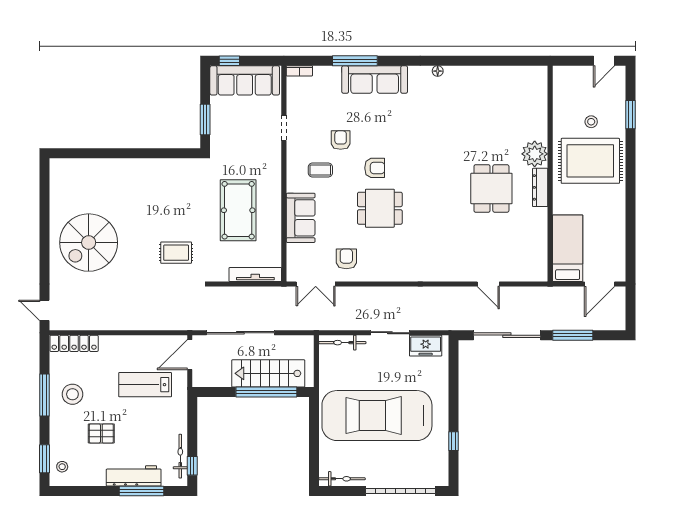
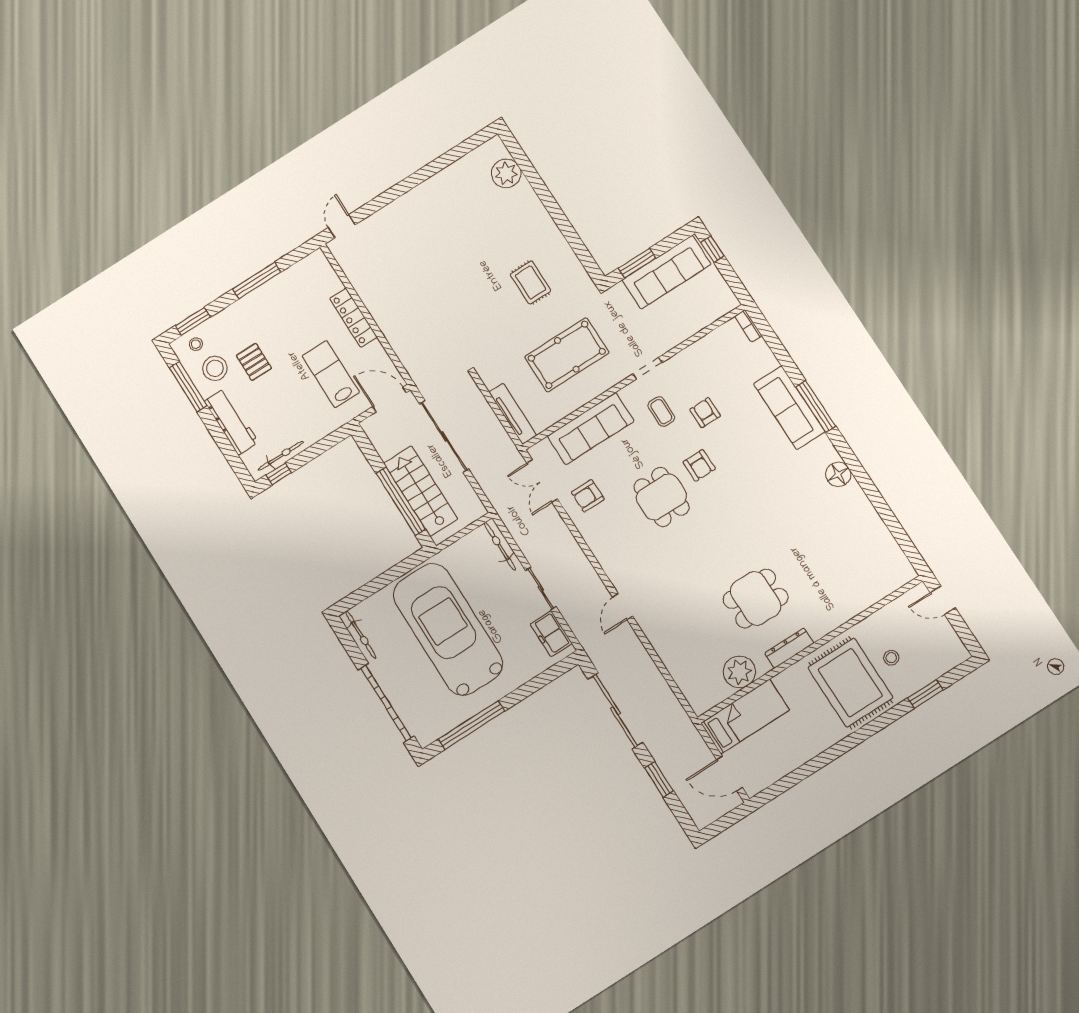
window: (355, 61) -> (816, 407), moved
door: (604, 61) -> (943, 600), moved
floor lamp: (438, 71) -> (838, 474), width x1.89, depth x1.89
sofa: (245, 80) -> (667, 272), moved, turned -90
doorway: (284, 128) -> (648, 368), moved
armchair: (341, 140) -> (705, 413), turned -90
plant: (535, 154) -> (739, 672), moved
plant: (82, 170) -> (506, 173), added
sofa: (301, 218) -> (591, 429), width x1.36
spiral stairs: (89, 243) -> (438, 226), removed
rug: (176, 253) -> (531, 282), moved
armchair: (346, 259) -> (588, 496), turned 180
door: (488, 284) -> (623, 607), moved
window: (573, 335) -> (659, 779), width x0.69
locker: (74, 343) -> (353, 318), moved
stool: (72, 394) -> (215, 368), moved
window: (454, 441) -> (472, 725), width x3.17
window: (142, 491) -> (188, 387), moved

